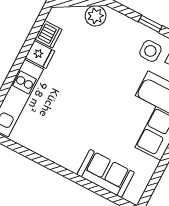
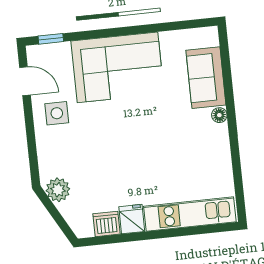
window: (150, 24) -> (30, 131), removed
floor lamp: (73, 165) -> (219, 115), added

